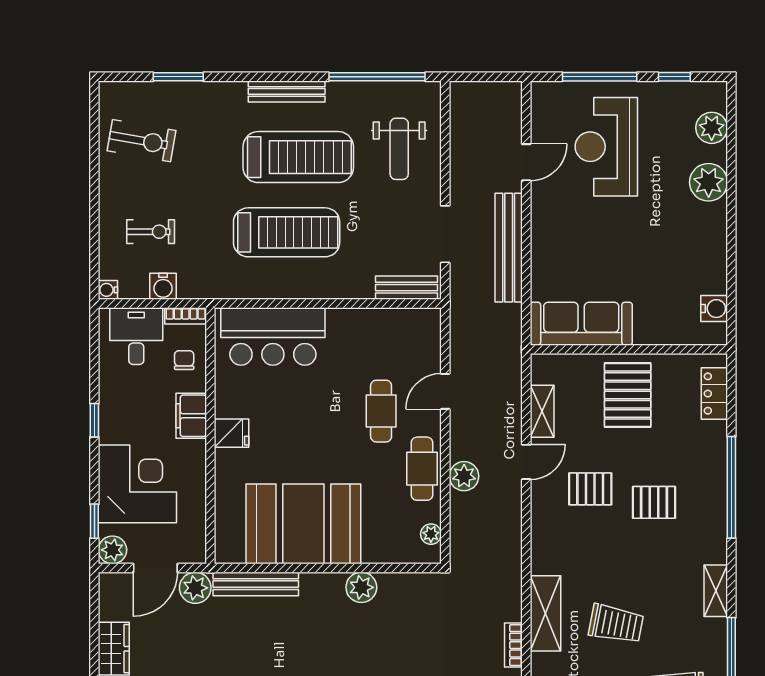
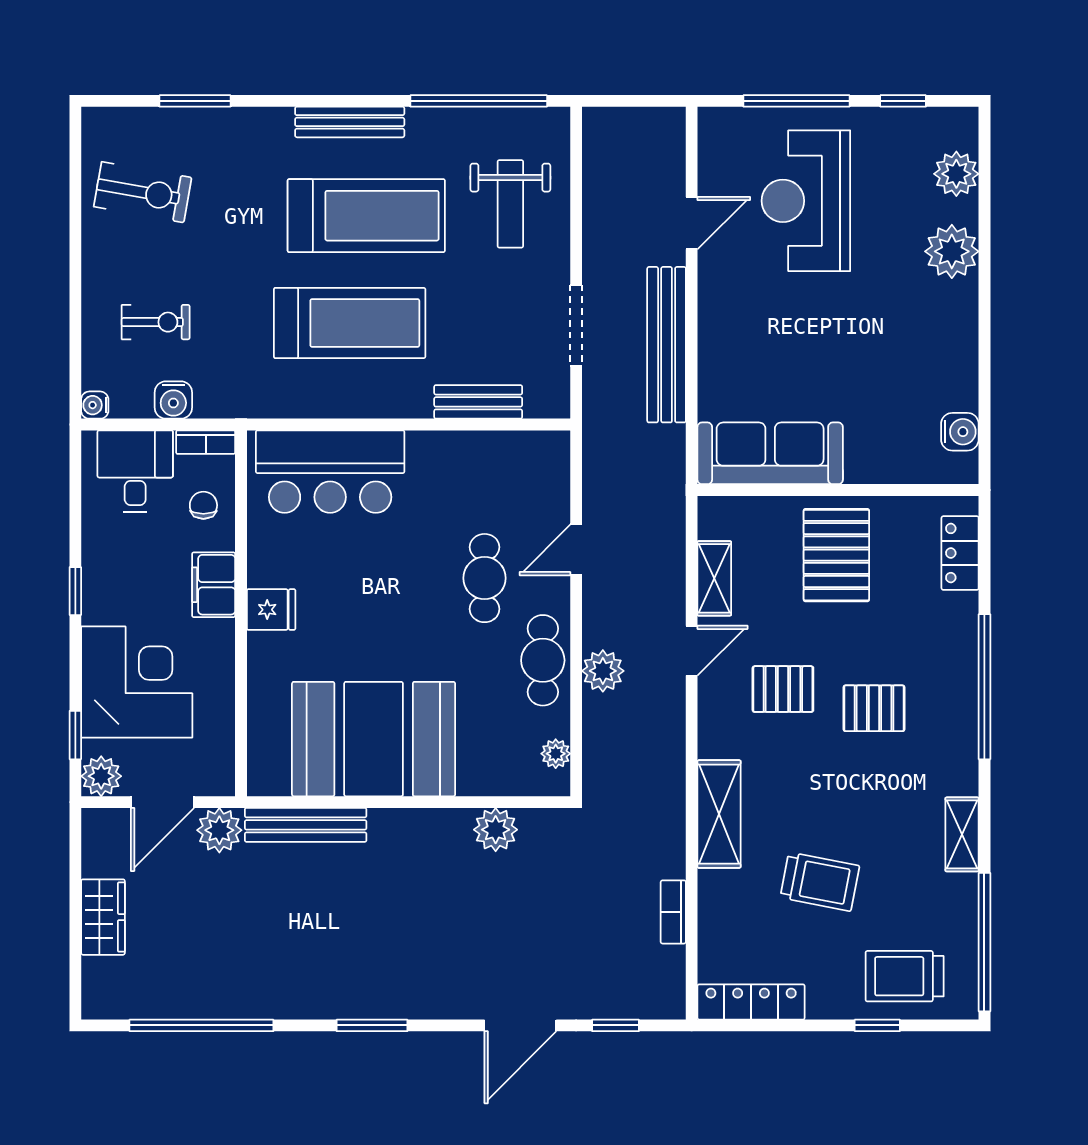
bench: (407, 288) -> (478, 402), moved
plant: (361, 587) -> (496, 830), moved
shelving: (545, 613) -> (719, 814), moved

